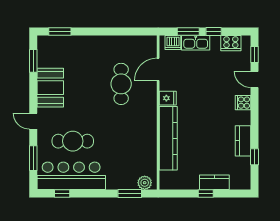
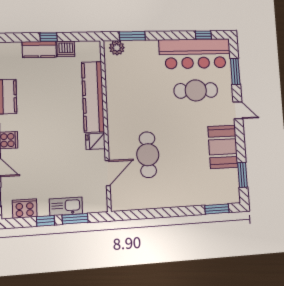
dishwasher: (173, 43) -> (66, 49), moved, turned 180

